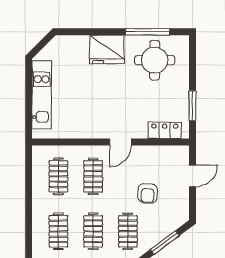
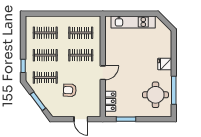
fridge: (107, 49) -> (165, 64), width x0.53, depth x0.75
door: (120, 142) -> (103, 73), swing flipped

